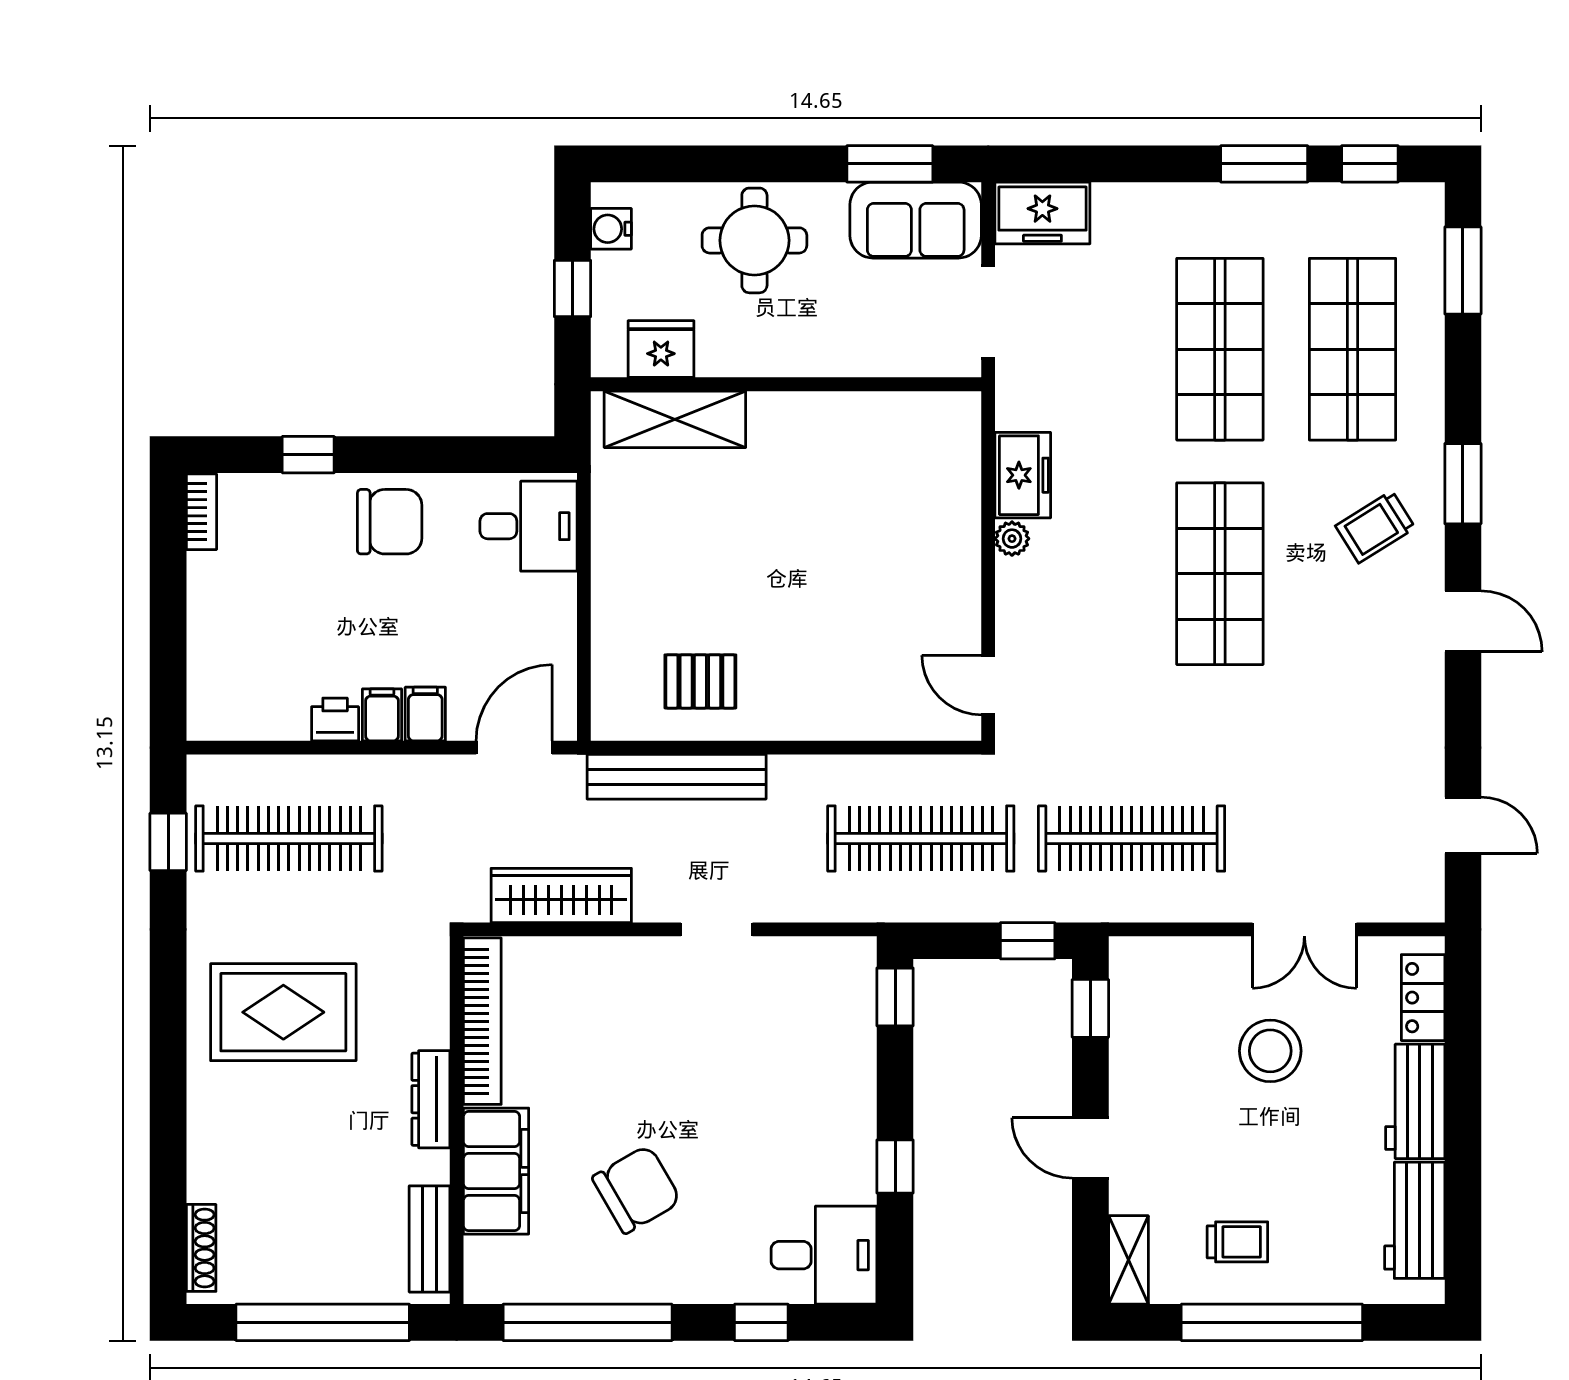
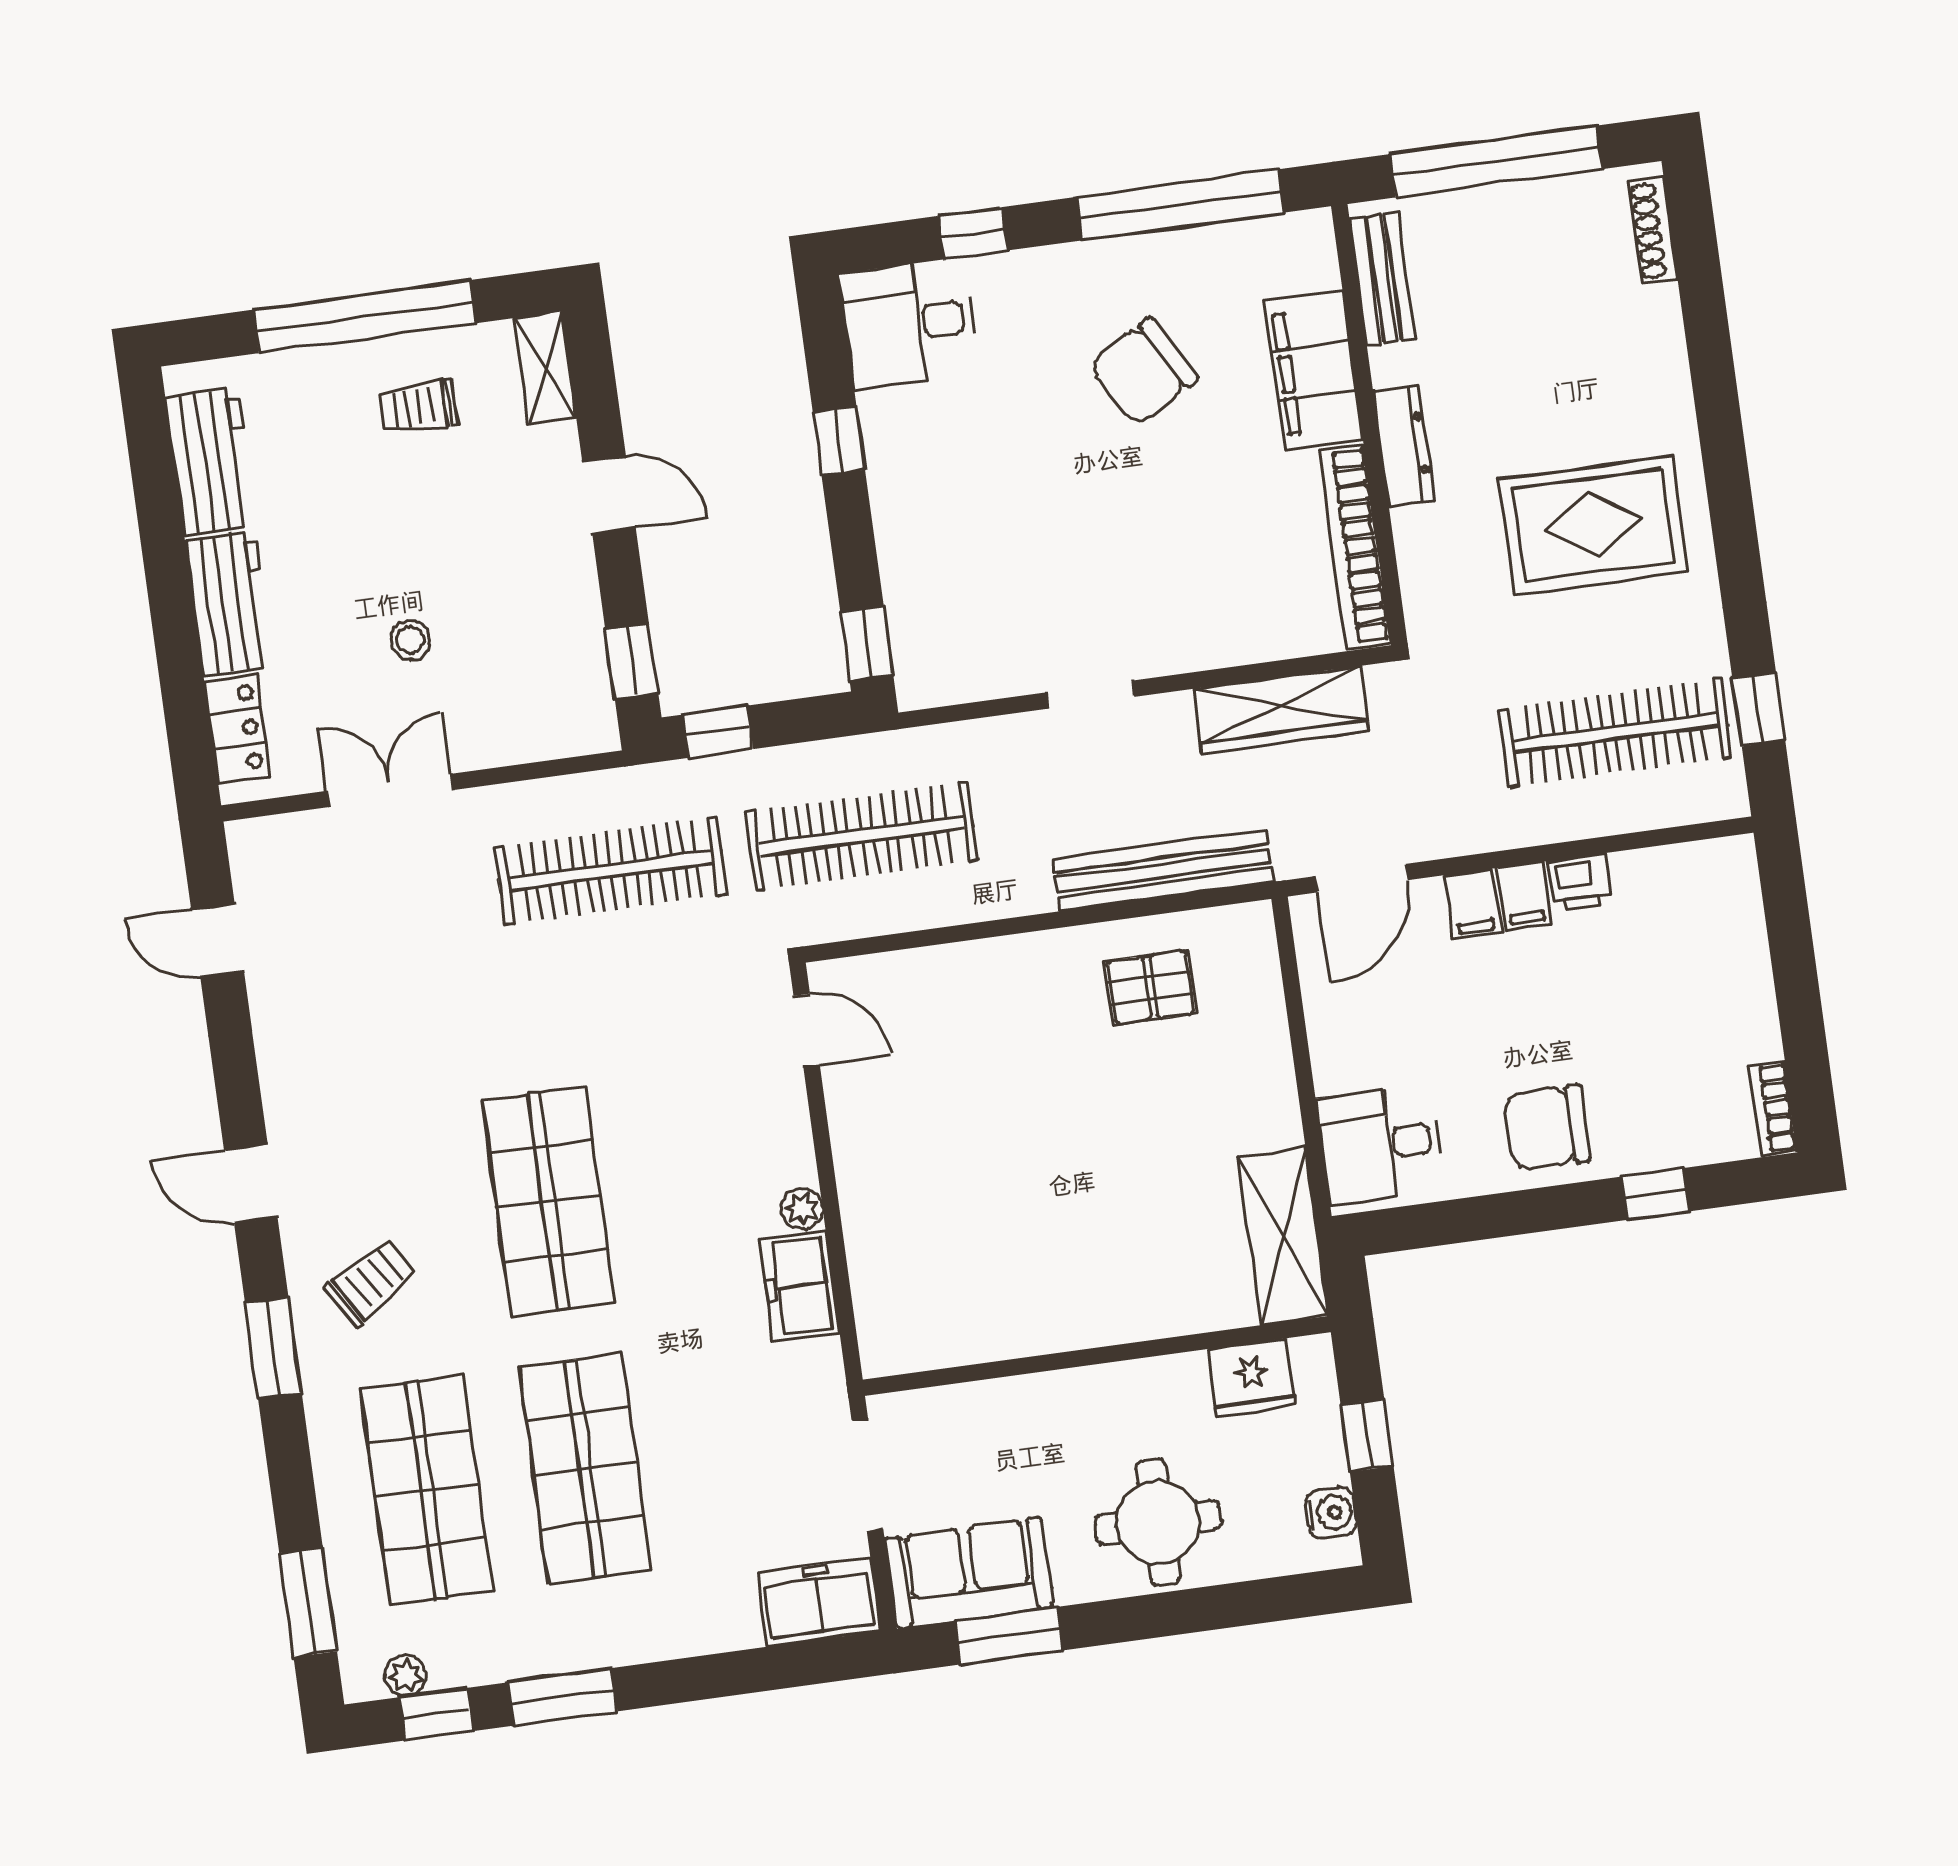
plant: (1391, 199) -> (406, 1675), added
shelving: (675, 419) -> (1283, 1236), moved, turned 90
stool: (1270, 1051) -> (410, 640), width x0.53, depth x0.53

